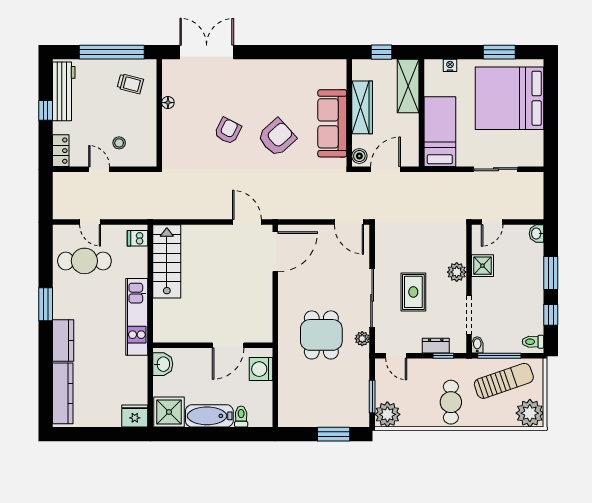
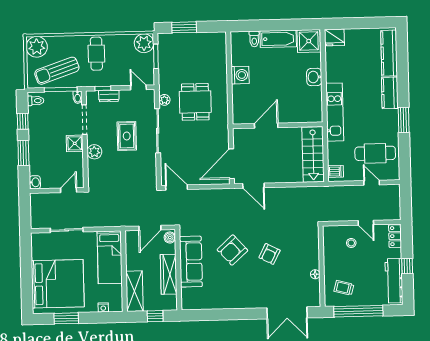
shower: (483, 266) -> (75, 143), moved
wall: (213, 345) -> (278, 125), moved
door: (228, 345) -> (266, 126), moved

